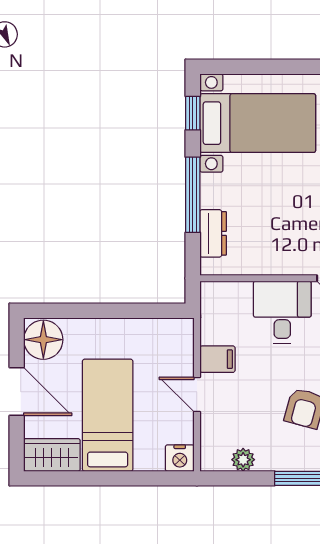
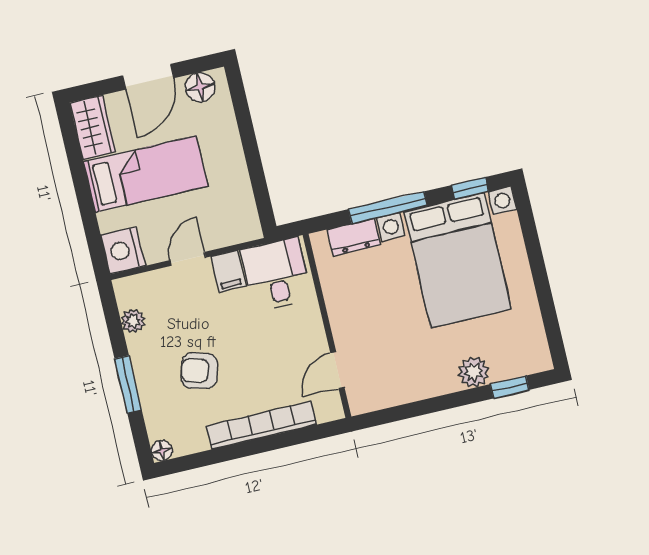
bed with nightstands: (258, 123) -> (458, 260), width x1.36
desk: (282, 312) -> (276, 274), moved, turned -90
floor lamp: (43, 340) -> (200, 87), width x0.73, depth x0.73
nightstand: (180, 458) -> (123, 250), width x1.36, depth x1.33

